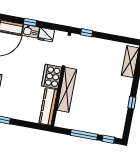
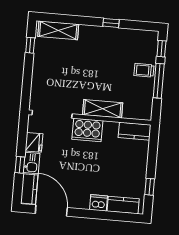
window: (87, 33) -> (30, 45), moved
shelving: (67, 90) -> (103, 109), width x0.68
kitchen counter: (48, 107) -> (135, 131), width x0.67
trolley: (93, 124) -> (144, 70), added

